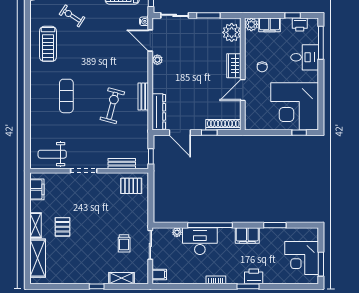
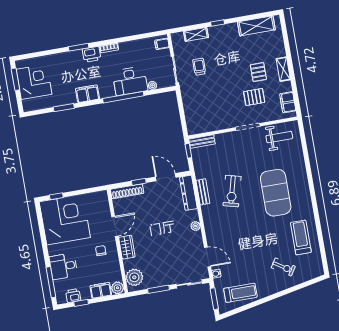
plant: (157, 60) -> (196, 226), moved
exercise mat: (66, 96) -> (276, 193), width x2.00, depth x1.45
bench: (143, 97) -> (203, 192), moved
bench: (122, 164) -> (202, 142), moved
pallet: (131, 186) -> (254, 97), moved
shelving: (38, 258) -> (256, 26), moved, turned 90
printer: (254, 276) -> (92, 54), moved

